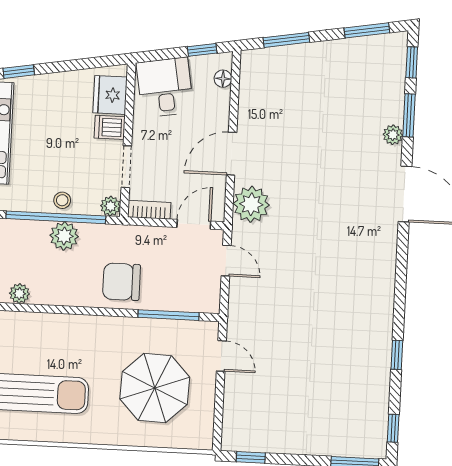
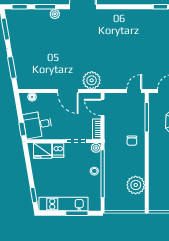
window: (202, 50) -> (22, 129), moved
plant: (64, 236) -> (111, 169), removed
door: (226, 261) -> (134, 91), moved
chair: (122, 282) -> (132, 141), width x0.54, depth x0.54
plant: (19, 294) -> (136, 185), width x1.87, depth x1.87

